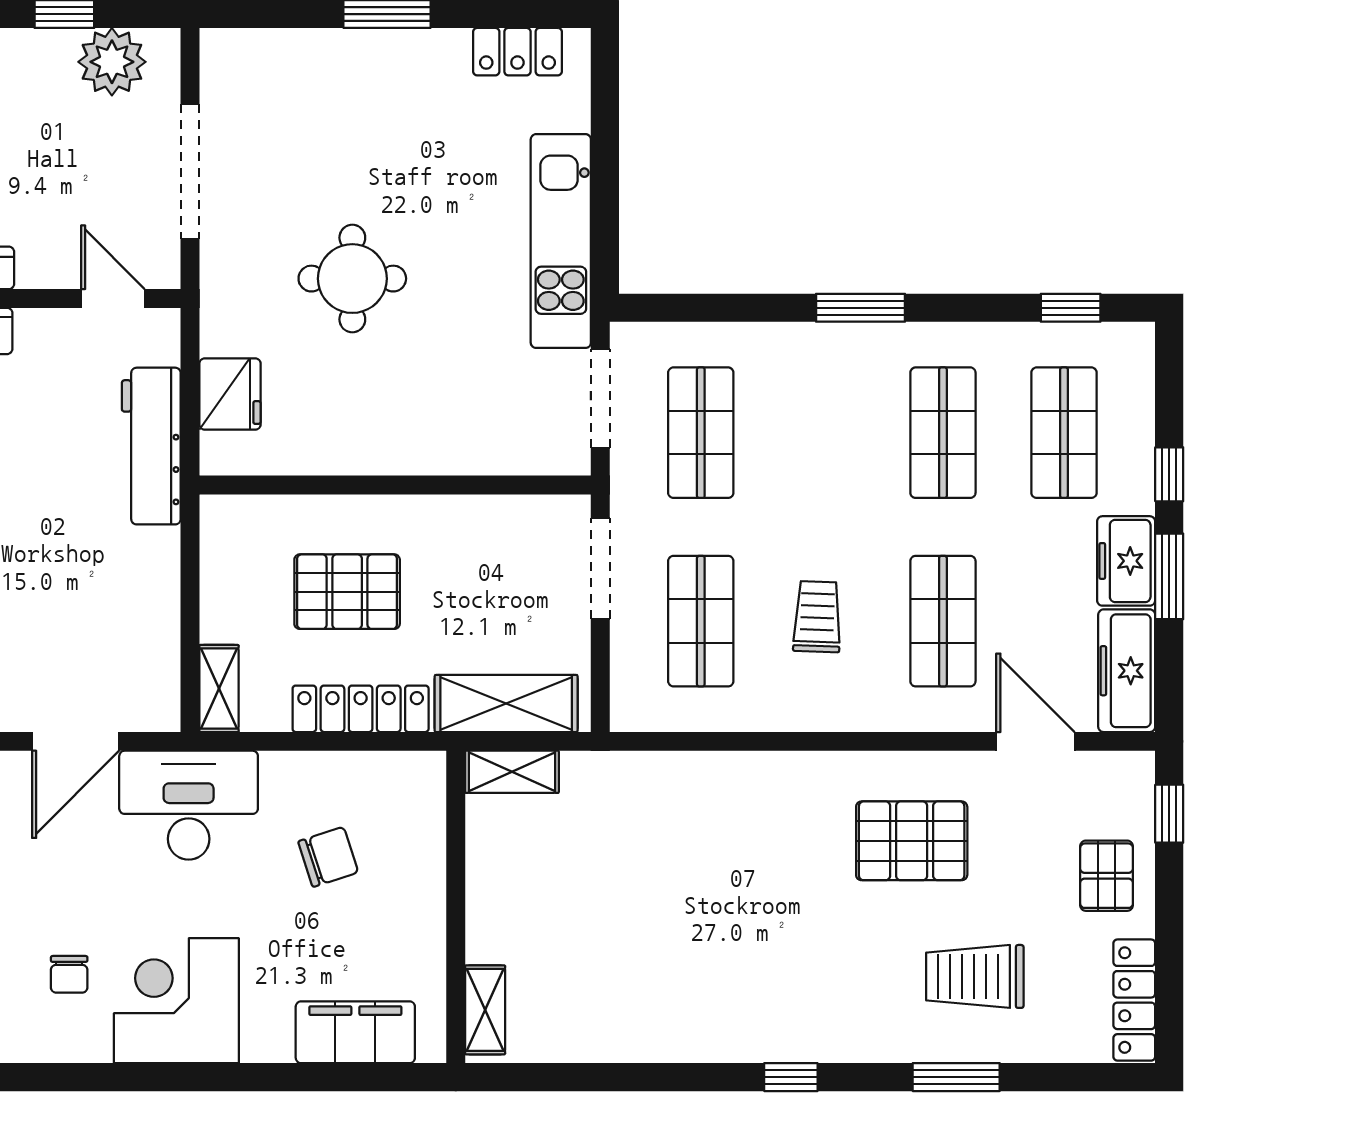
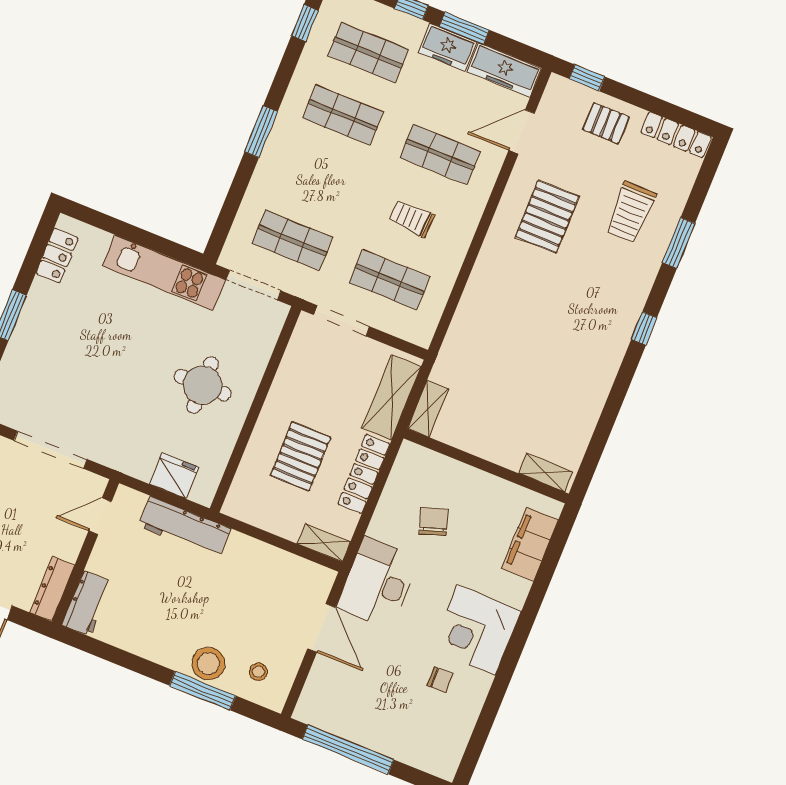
round table: (352, 279) -> (203, 385), moved

